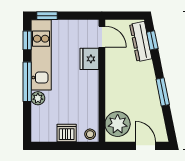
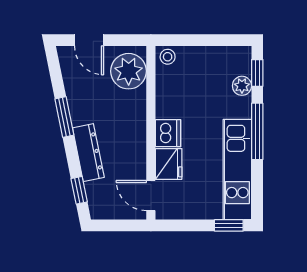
window: (27, 40) -> (257, 73), moved
dresser: (141, 42) -> (88, 153), moved
plant: (38, 98) -> (242, 86), moved
dishwasher: (67, 133) -> (168, 133), moved, turned -90

